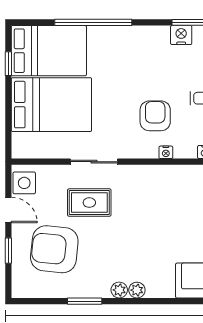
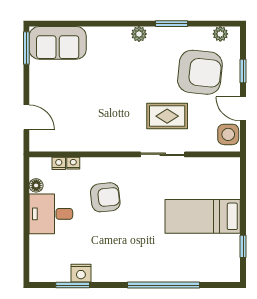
bed: (49, 51) -> (205, 258), removed
bed: (51, 105) -> (203, 216), width x0.67
armchair: (155, 116) -> (105, 197), turned -96
nightstand: (166, 152) -> (73, 163), moved
plant: (137, 290) -> (220, 34), moved

